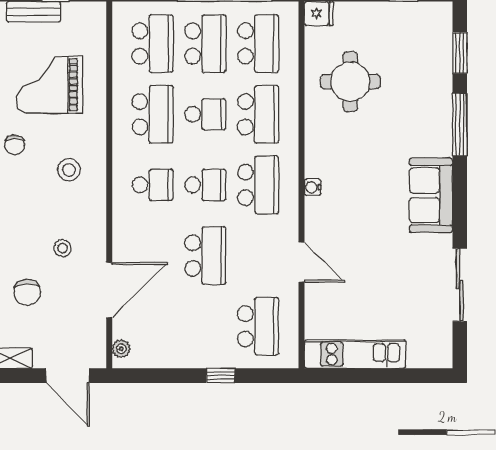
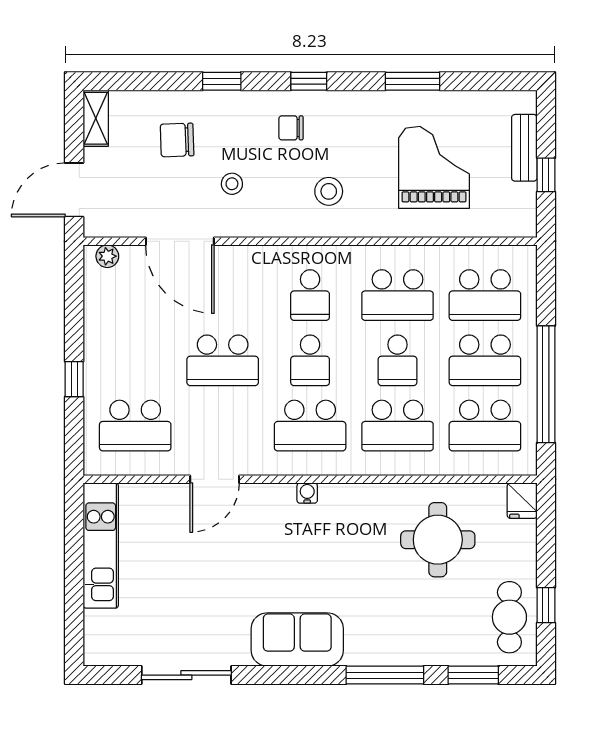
cafe table: (413, 24) -> (509, 617), added
chair: (14, 145) -> (291, 128), moved

